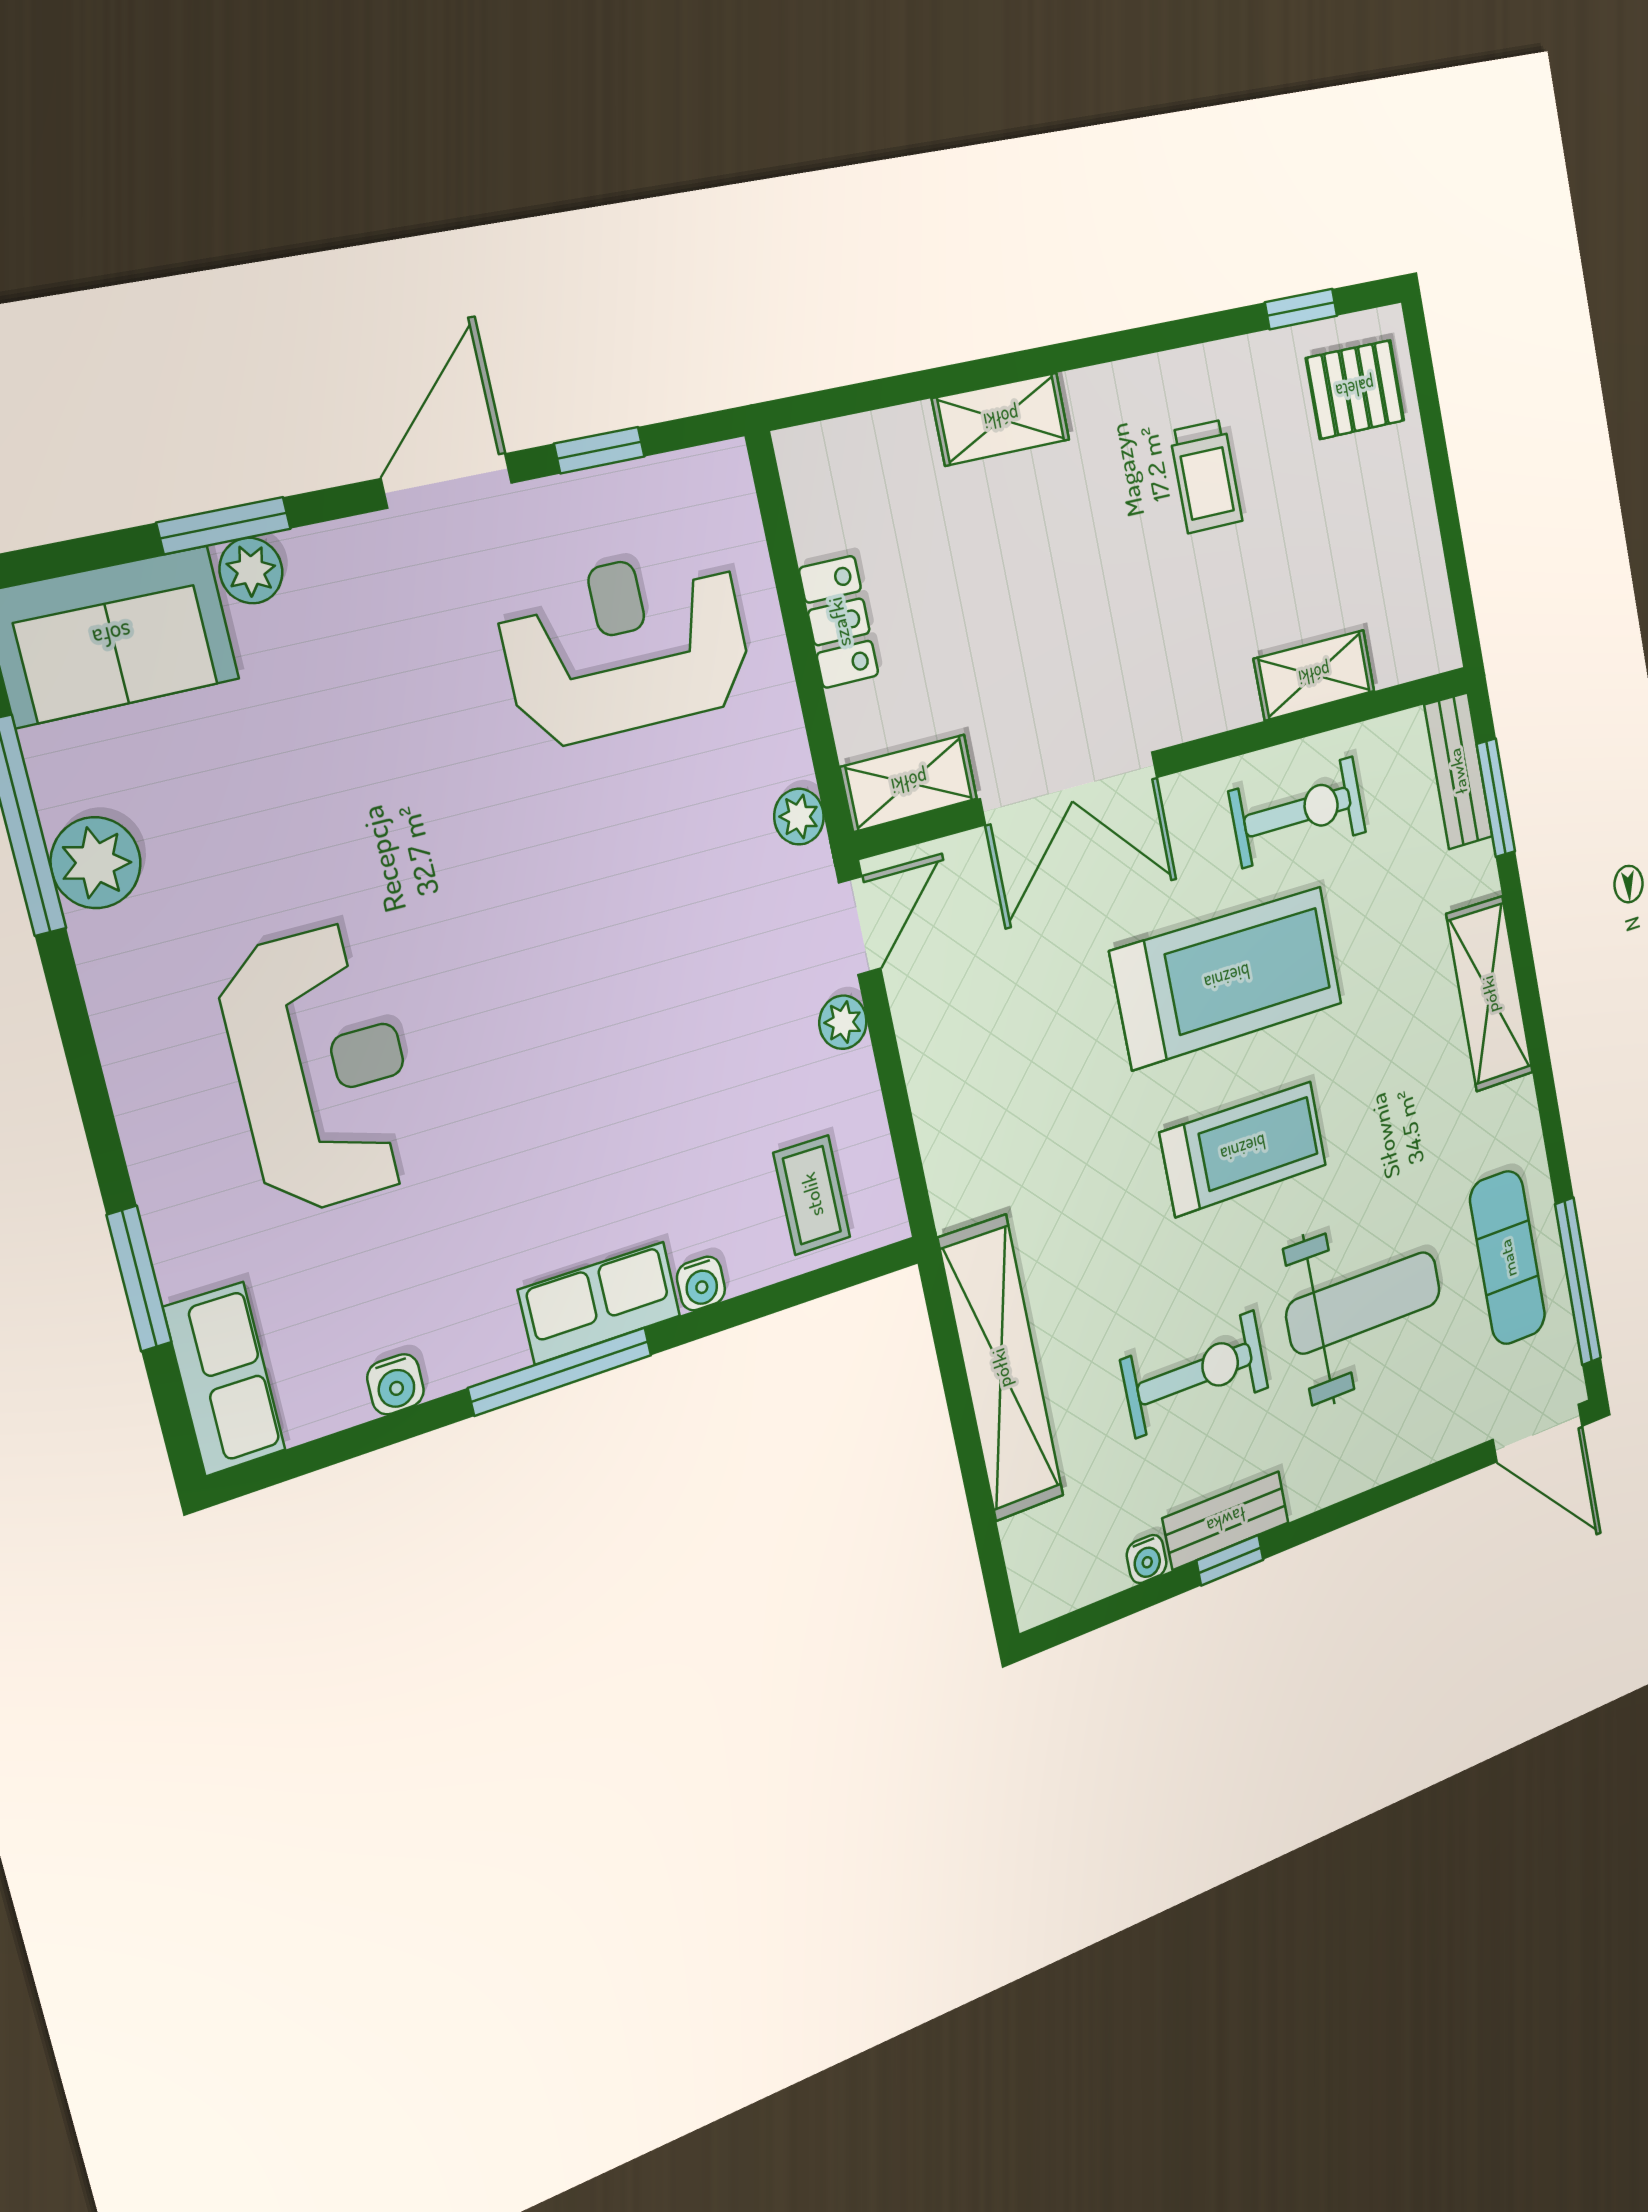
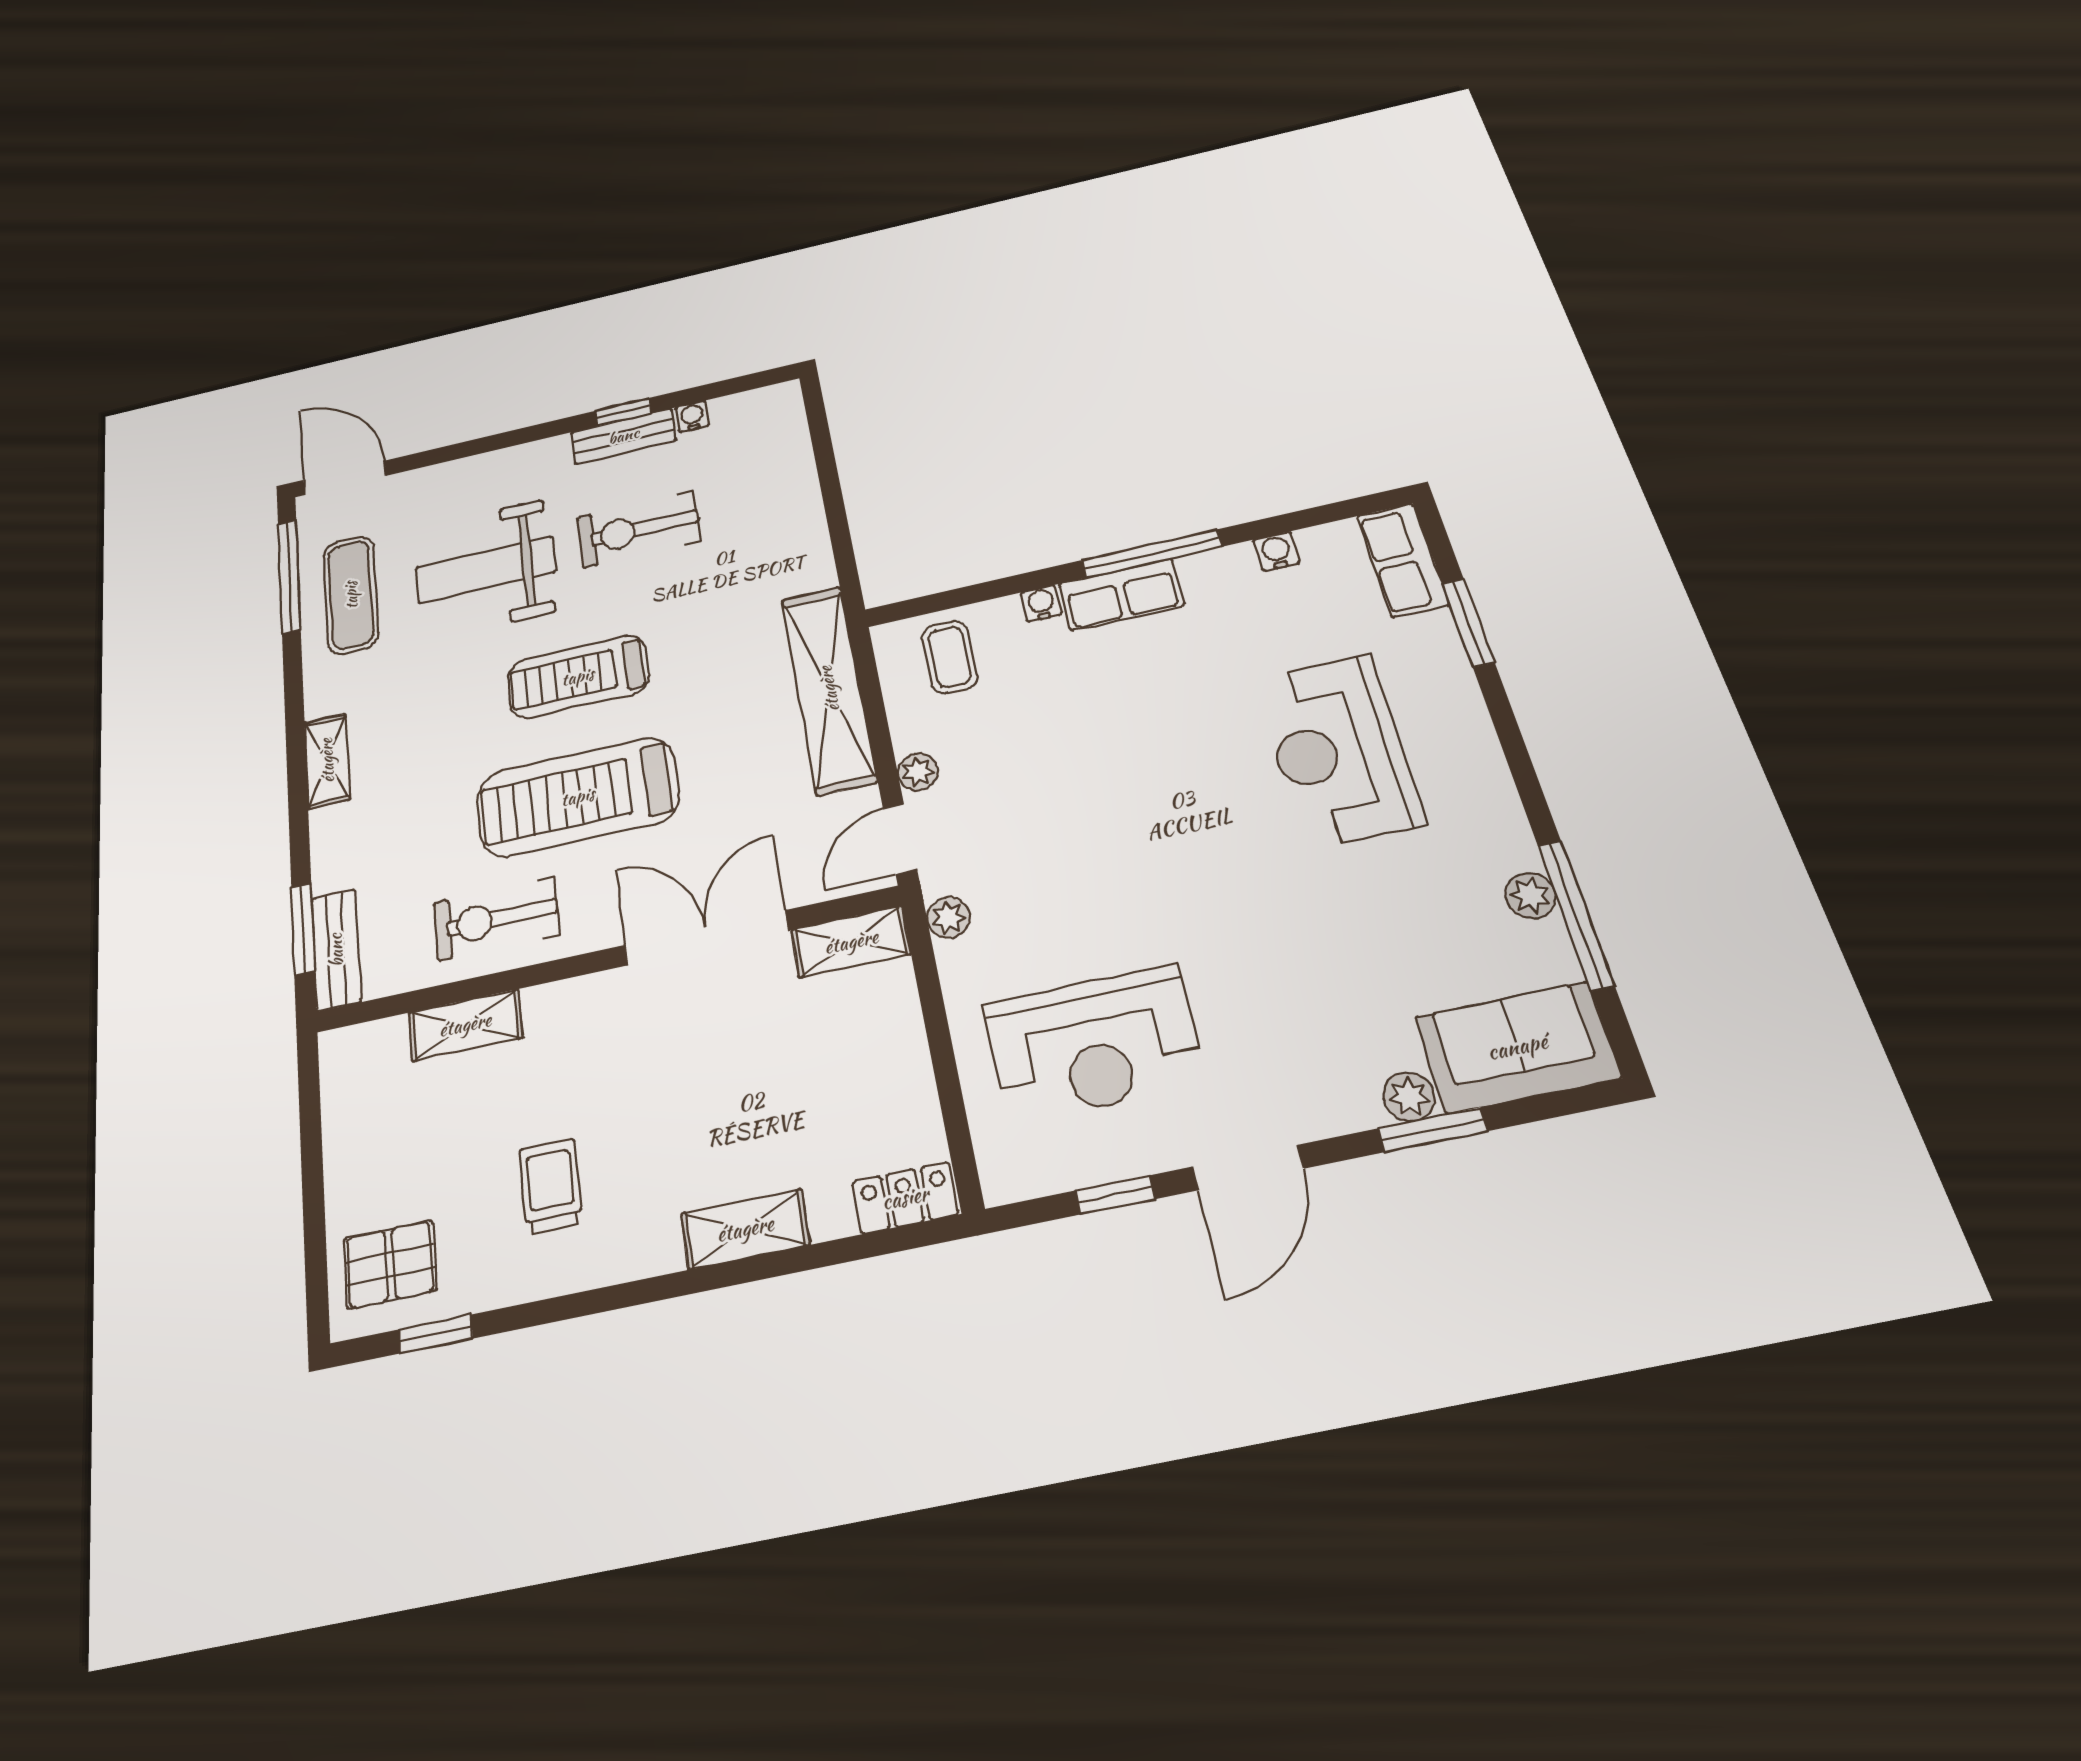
locker: (839, 622) -> (905, 1198), moved, turned 90
plant: (96, 863) -> (1531, 896), width x0.73, depth x0.73
shelving: (1490, 994) -> (327, 761), width x0.67, depth x0.75
shelving: (1001, 1368) -> (829, 689), moved

